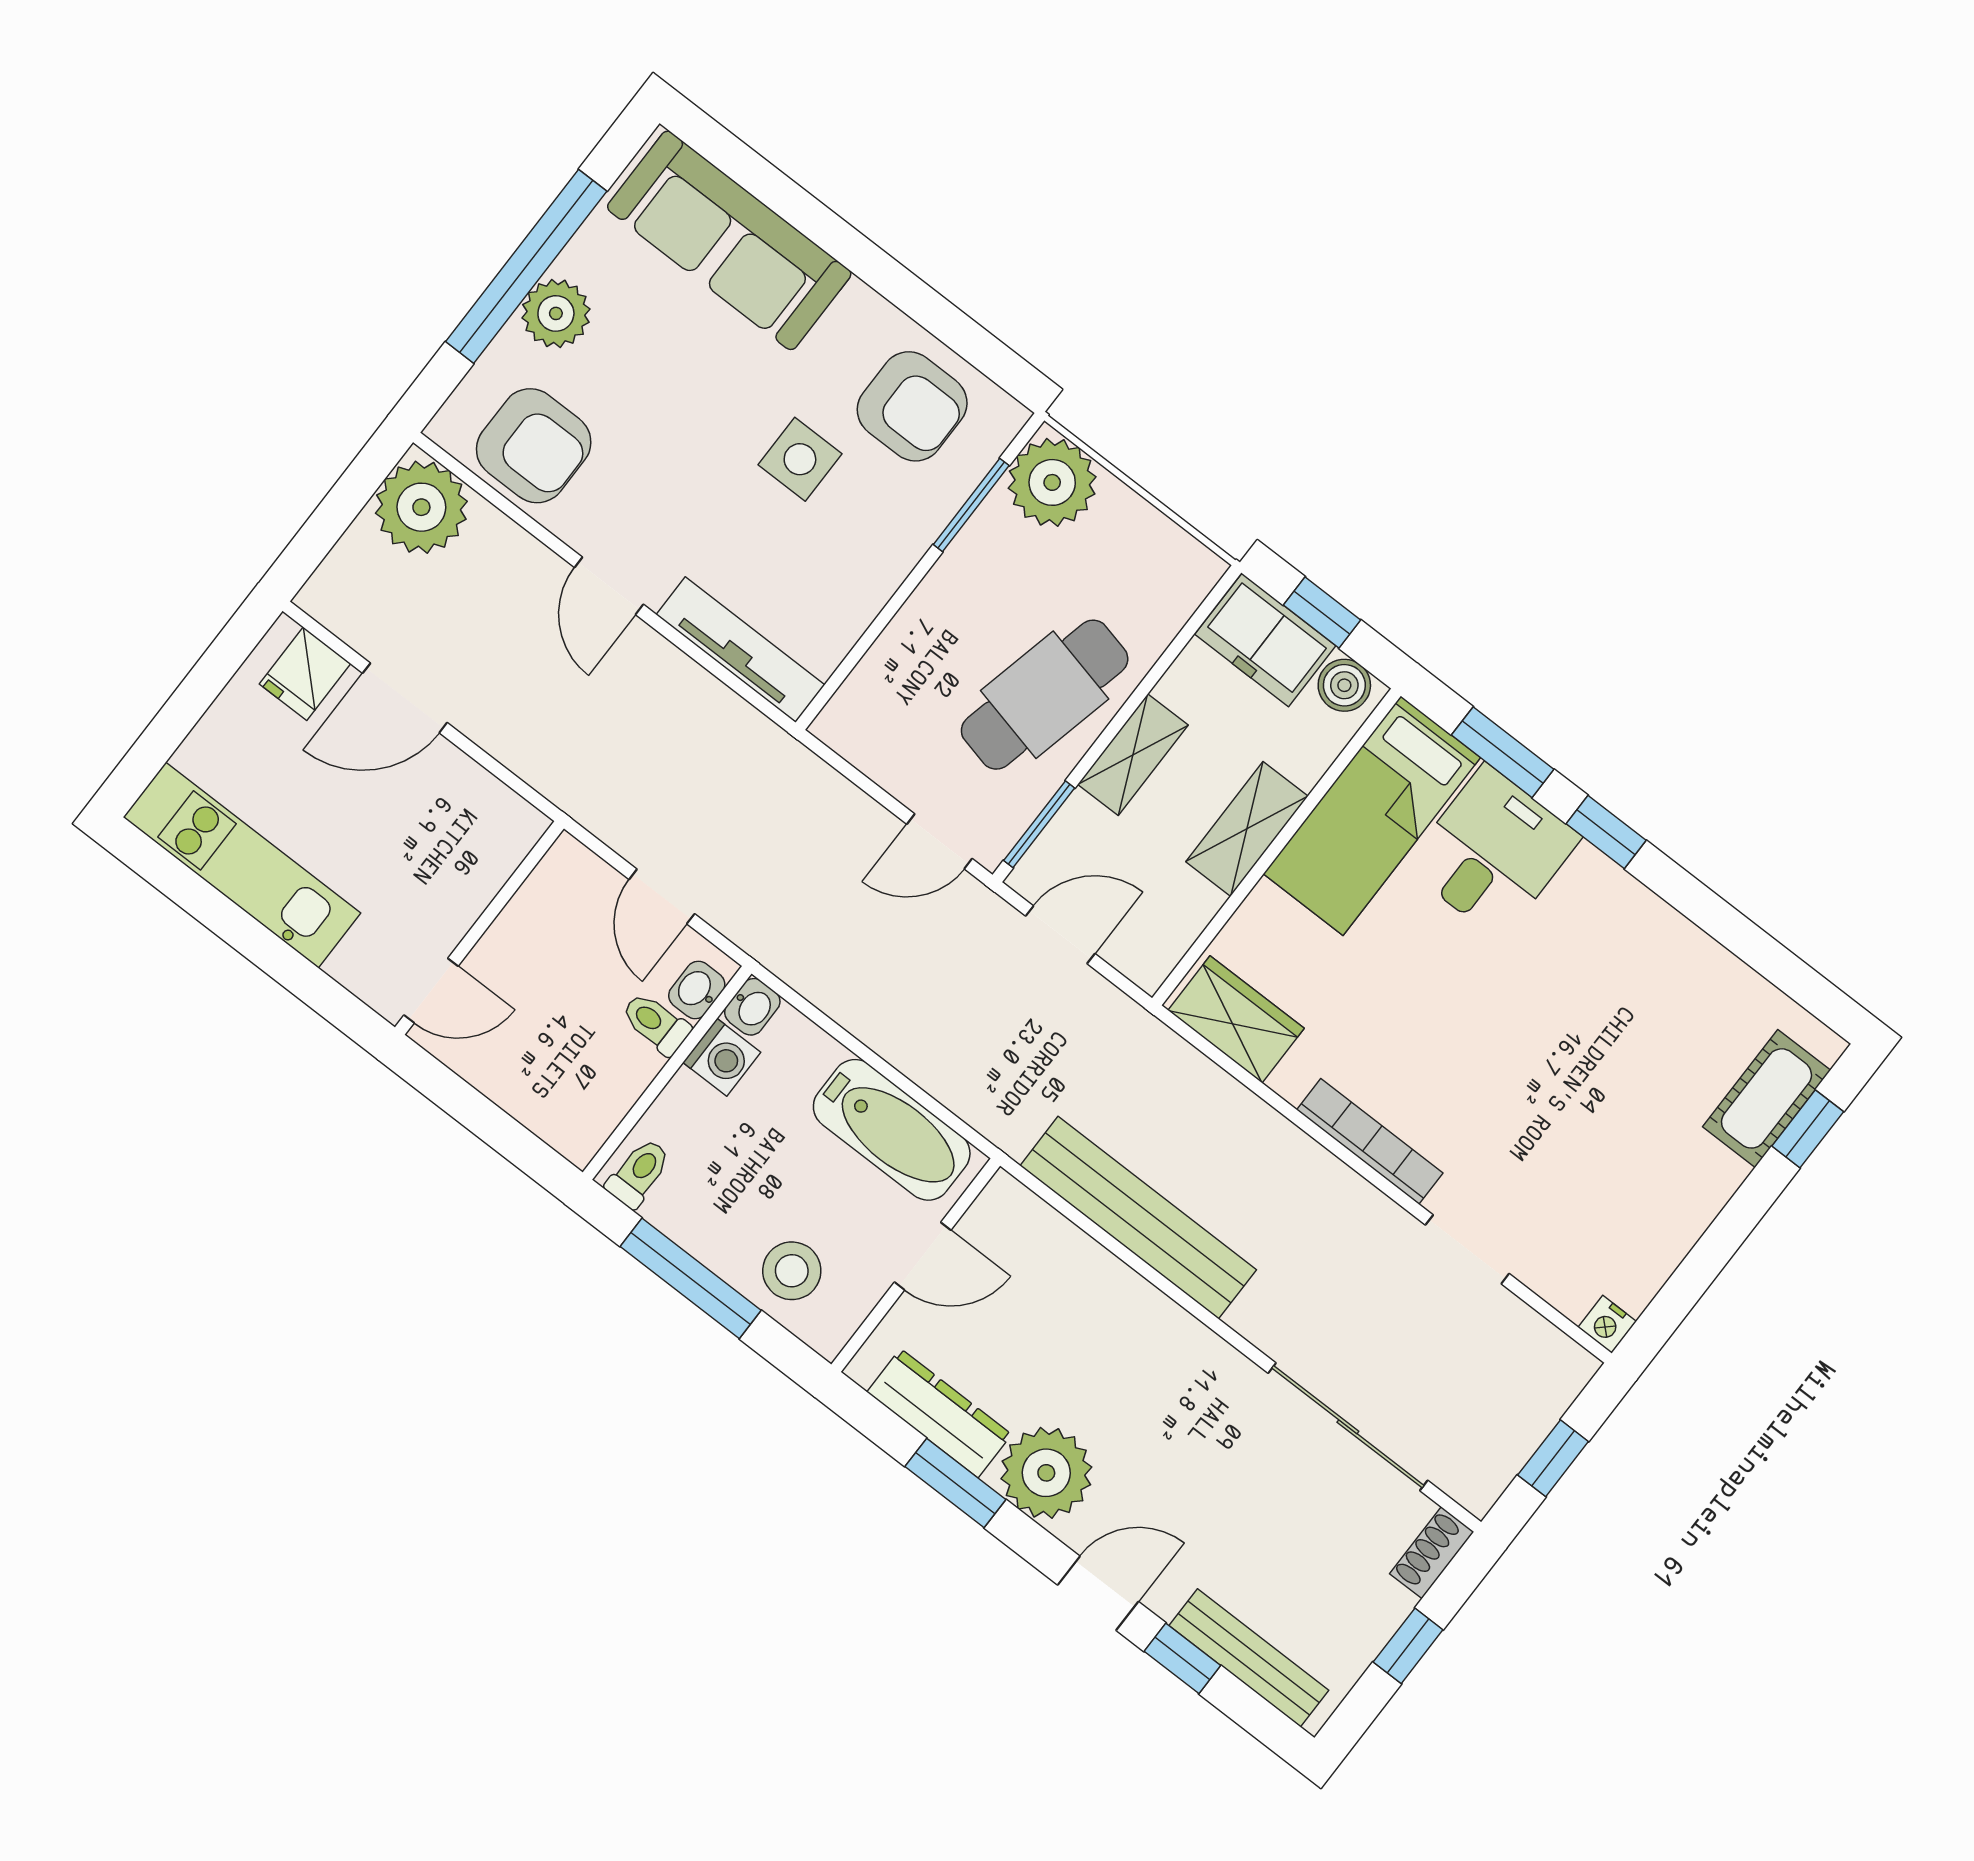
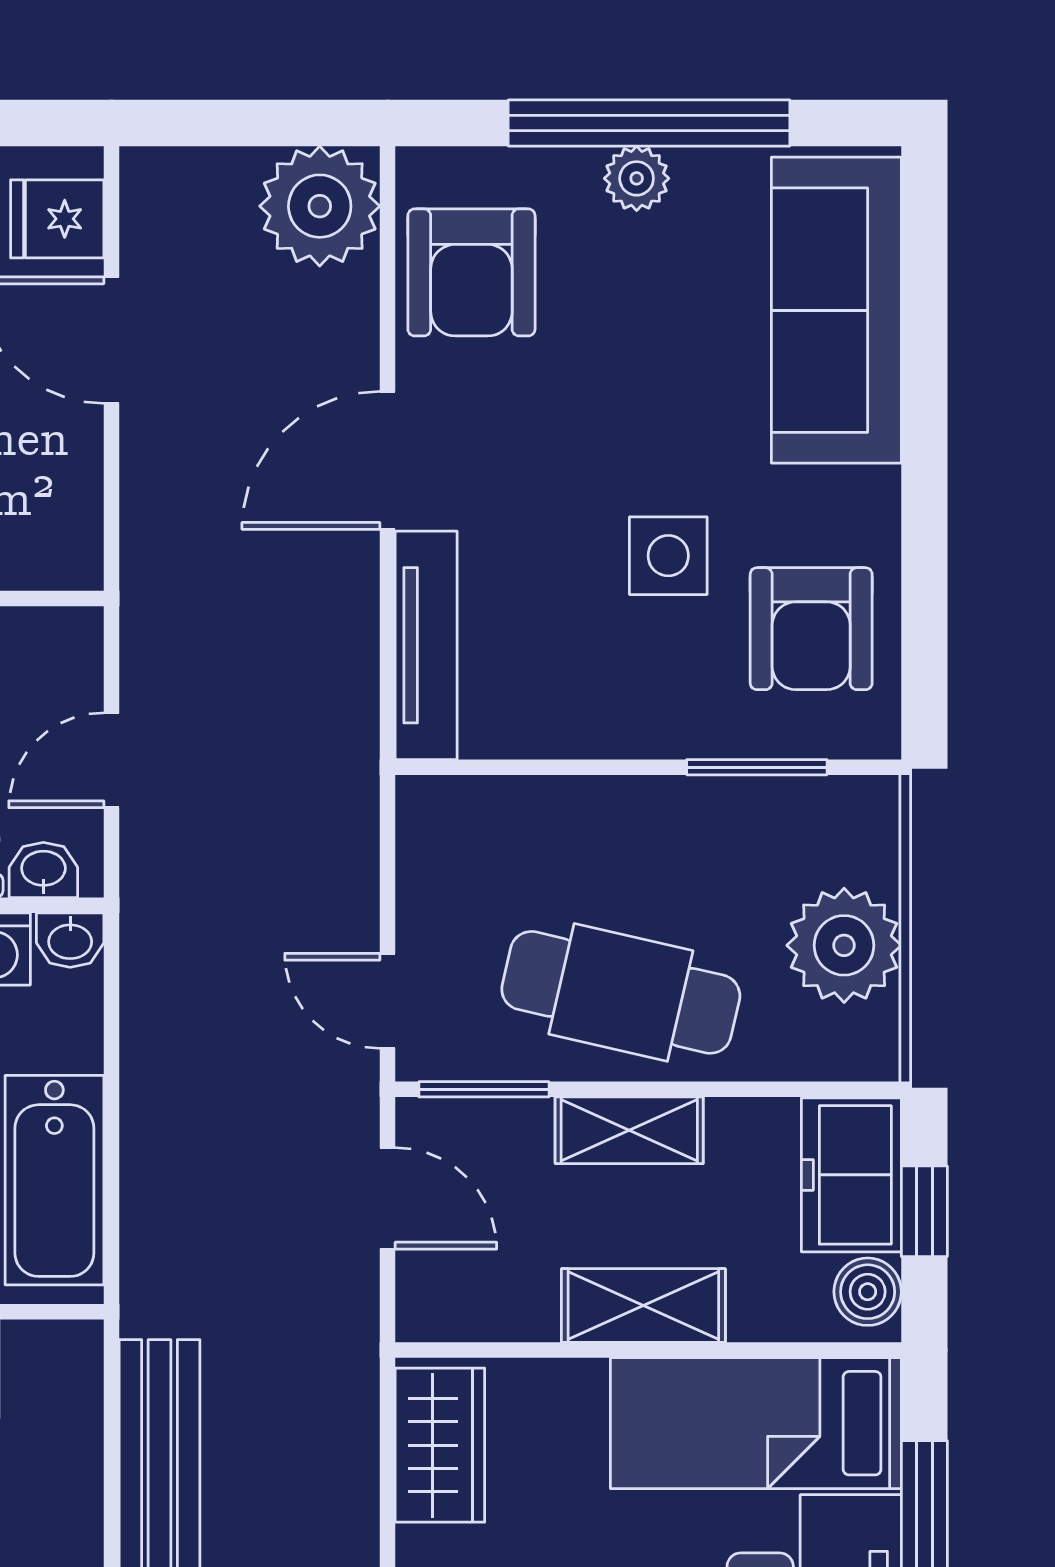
plant: (556, 313) -> (637, 178), width x0.73, depth x0.73
plant: (1052, 482) -> (844, 945), moved
door: (609, 586) -> (388, 460), width x1.38

